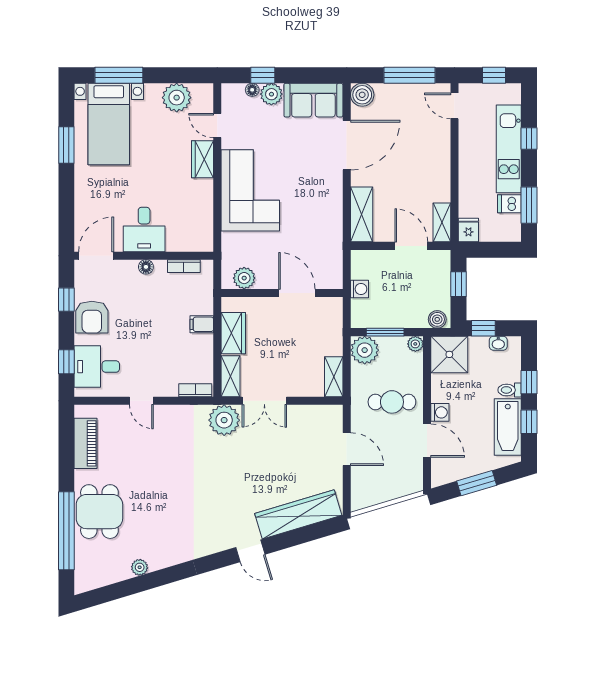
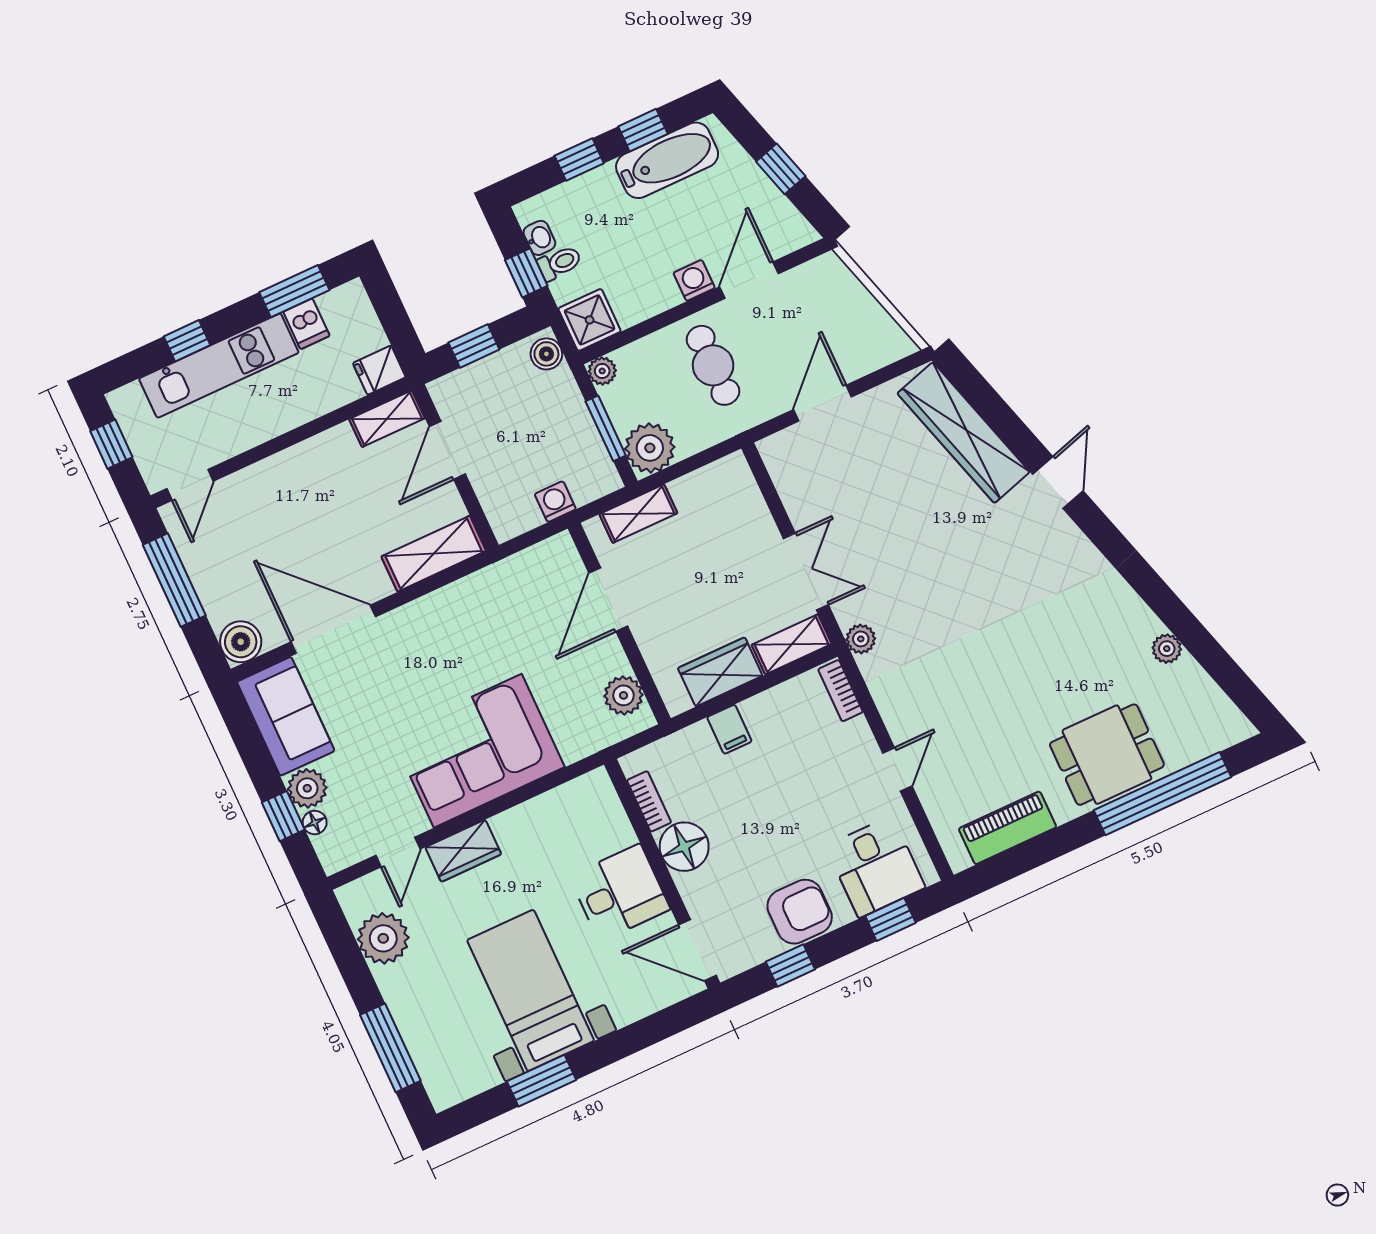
bed with nightstands: (109, 124) -> (531, 990), moved, turned -90
floor lamp: (146, 267) -> (684, 847), width x1.89, depth x1.89
shower: (449, 354) -> (590, 320), width x0.73, depth x0.73
shelving: (334, 377) -> (638, 514), moved
toilet: (510, 390) -> (559, 263), moved, turned -90
plant: (224, 420) -> (861, 639), width x0.53, depth x0.53
window: (477, 483) -> (781, 169), width x0.67

